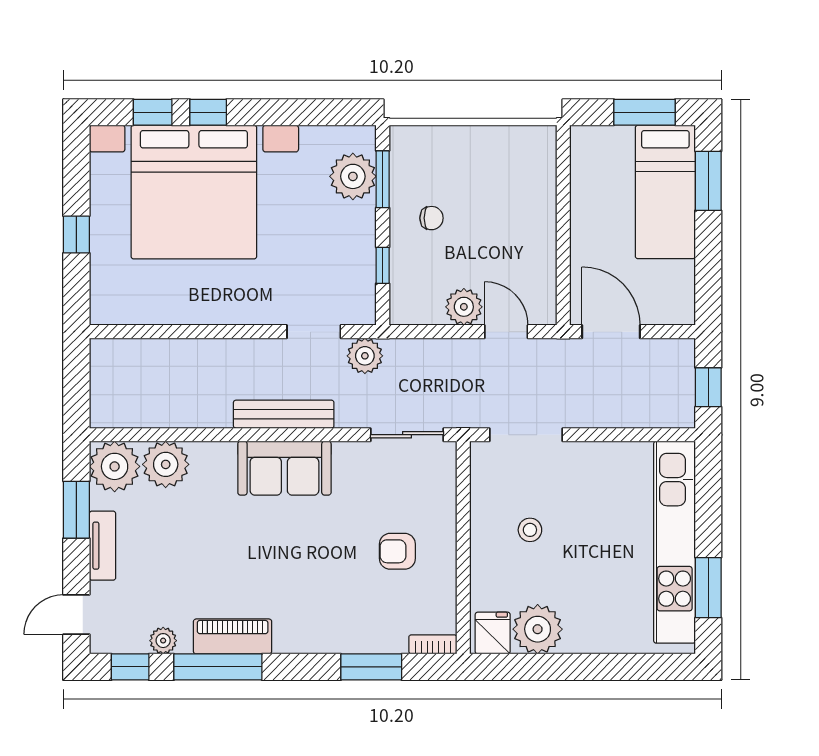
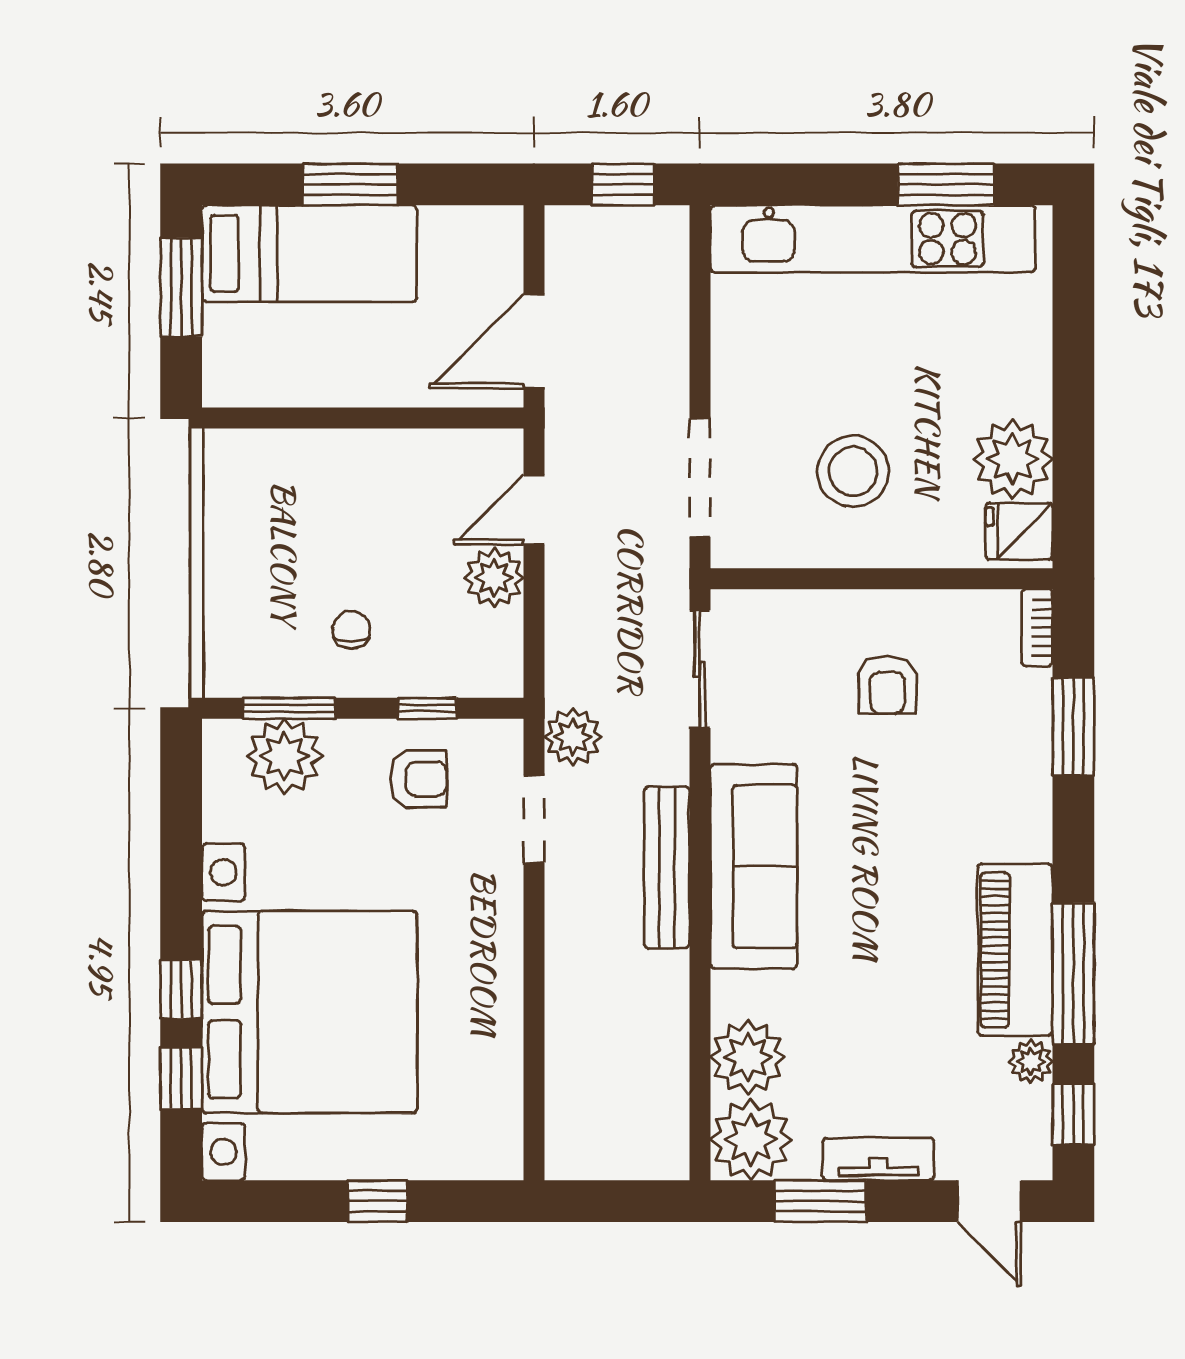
window: (708, 181) -> (350, 184), moved
armchair: (339, 260) -> (418, 779), added
sofa: (284, 468) -> (754, 866), width x1.36
stool: (530, 530) -> (853, 471), width x1.89, depth x1.89
piano: (233, 636) -> (1015, 950), width x1.37, depth x1.33

